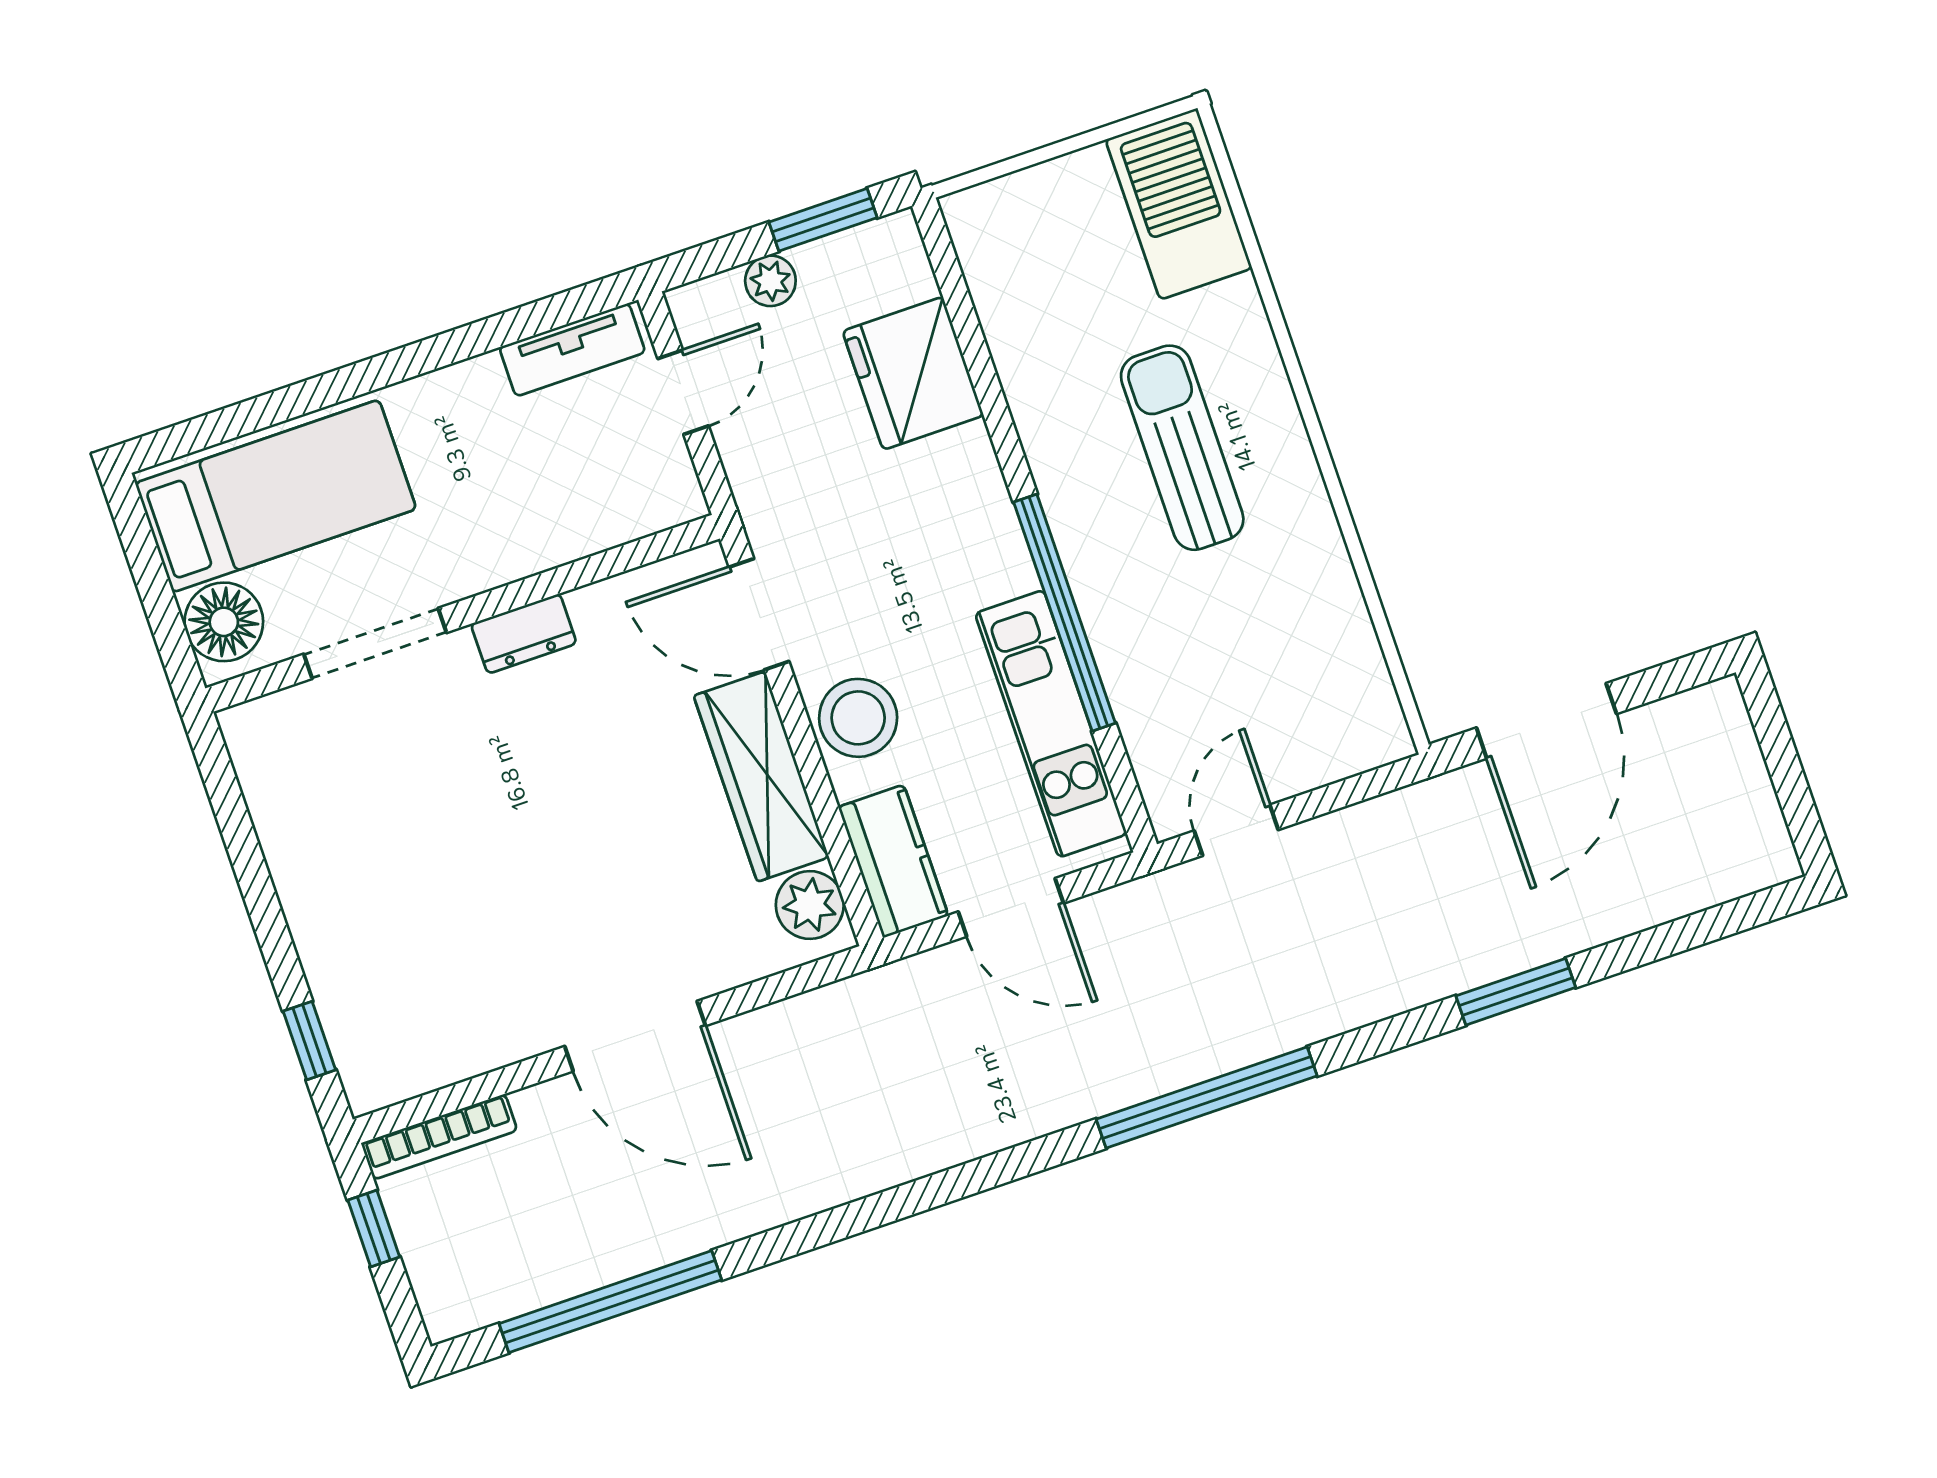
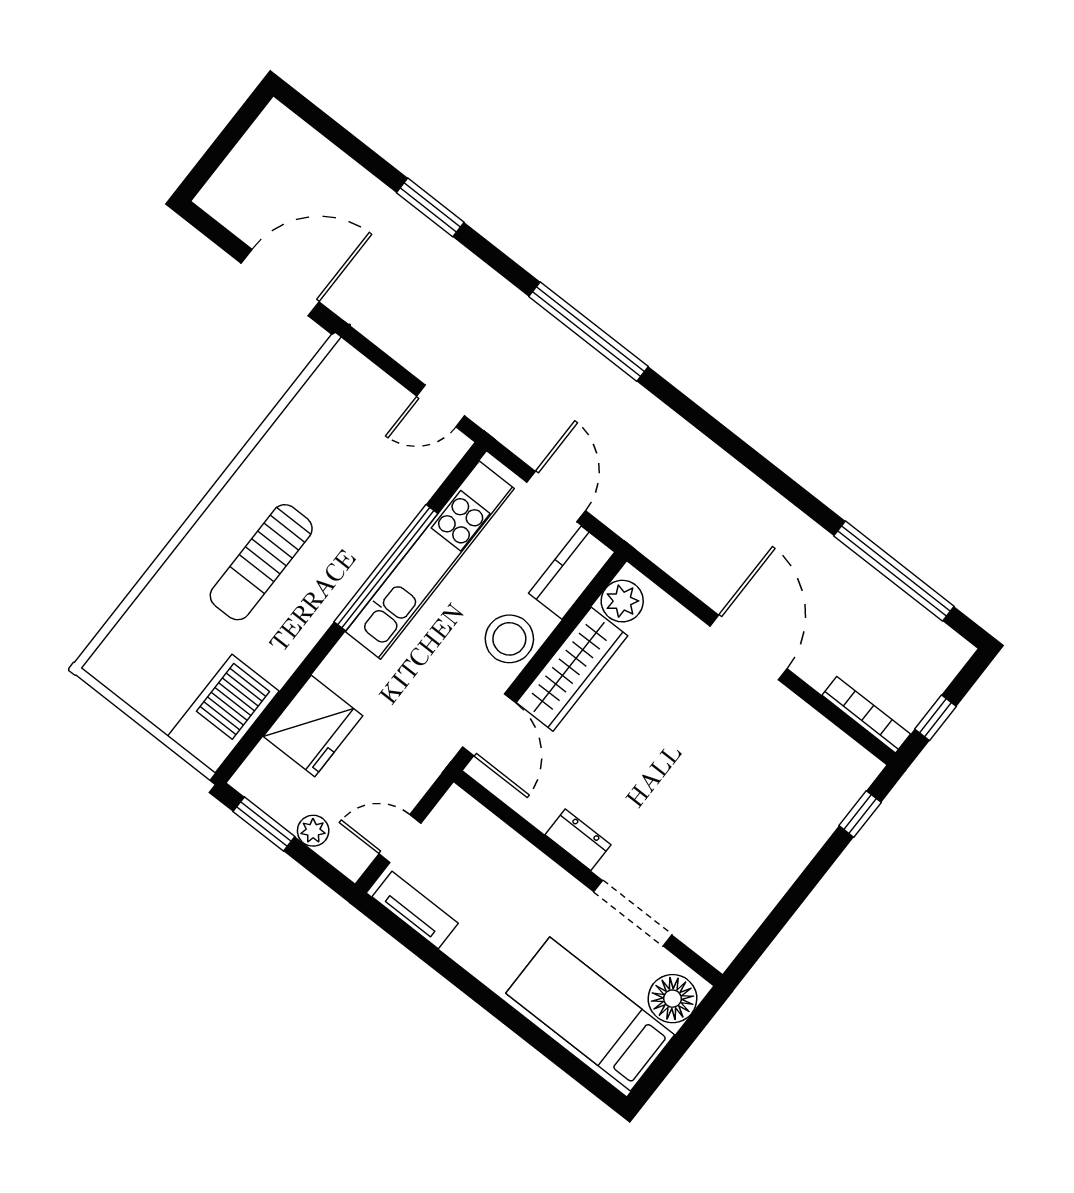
barbecue: (1179, 204) -> (223, 714), moved, turned 180
kitchen unit: (1051, 724) -> (430, 560), width x1.36

